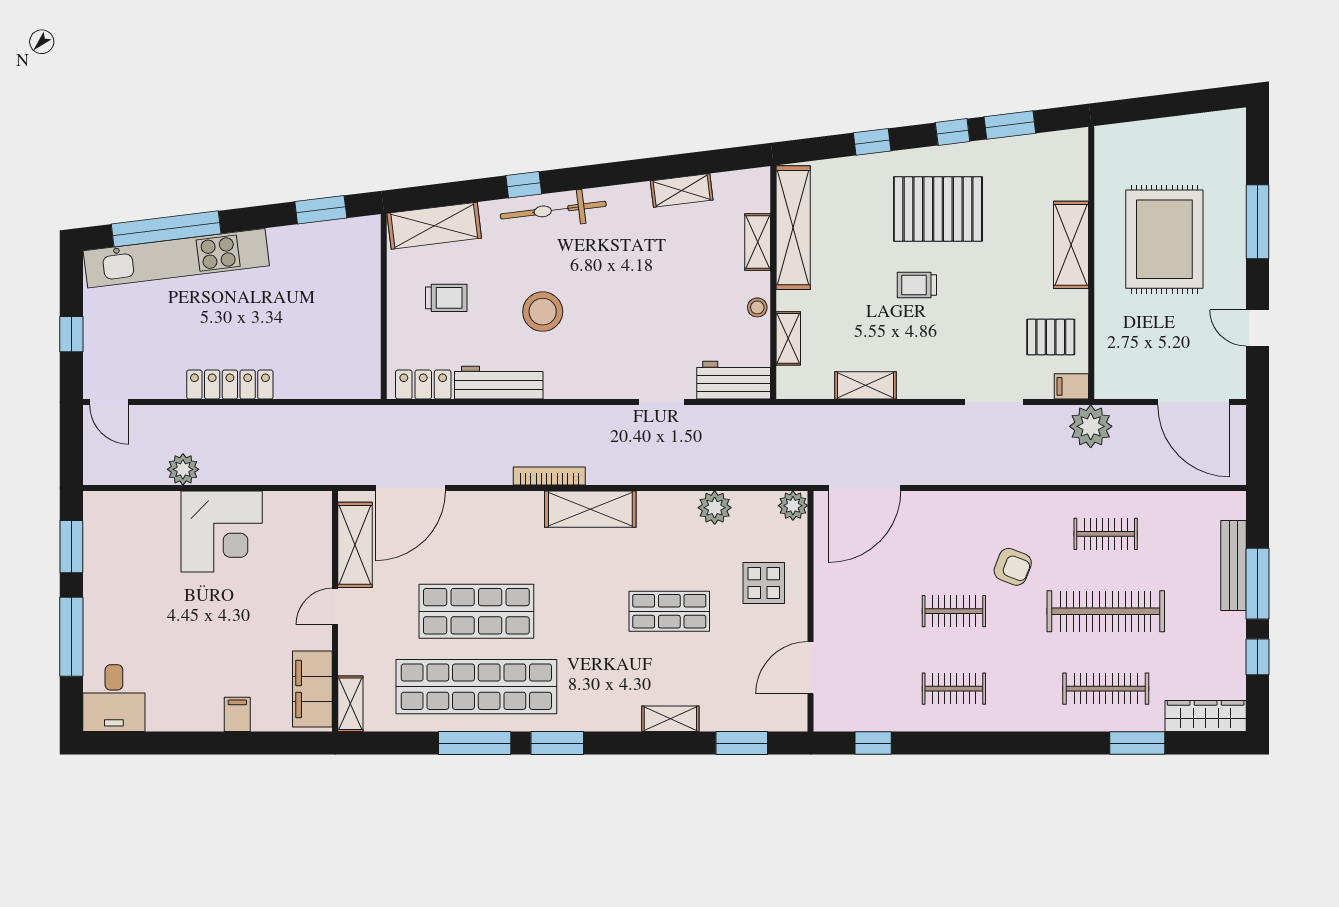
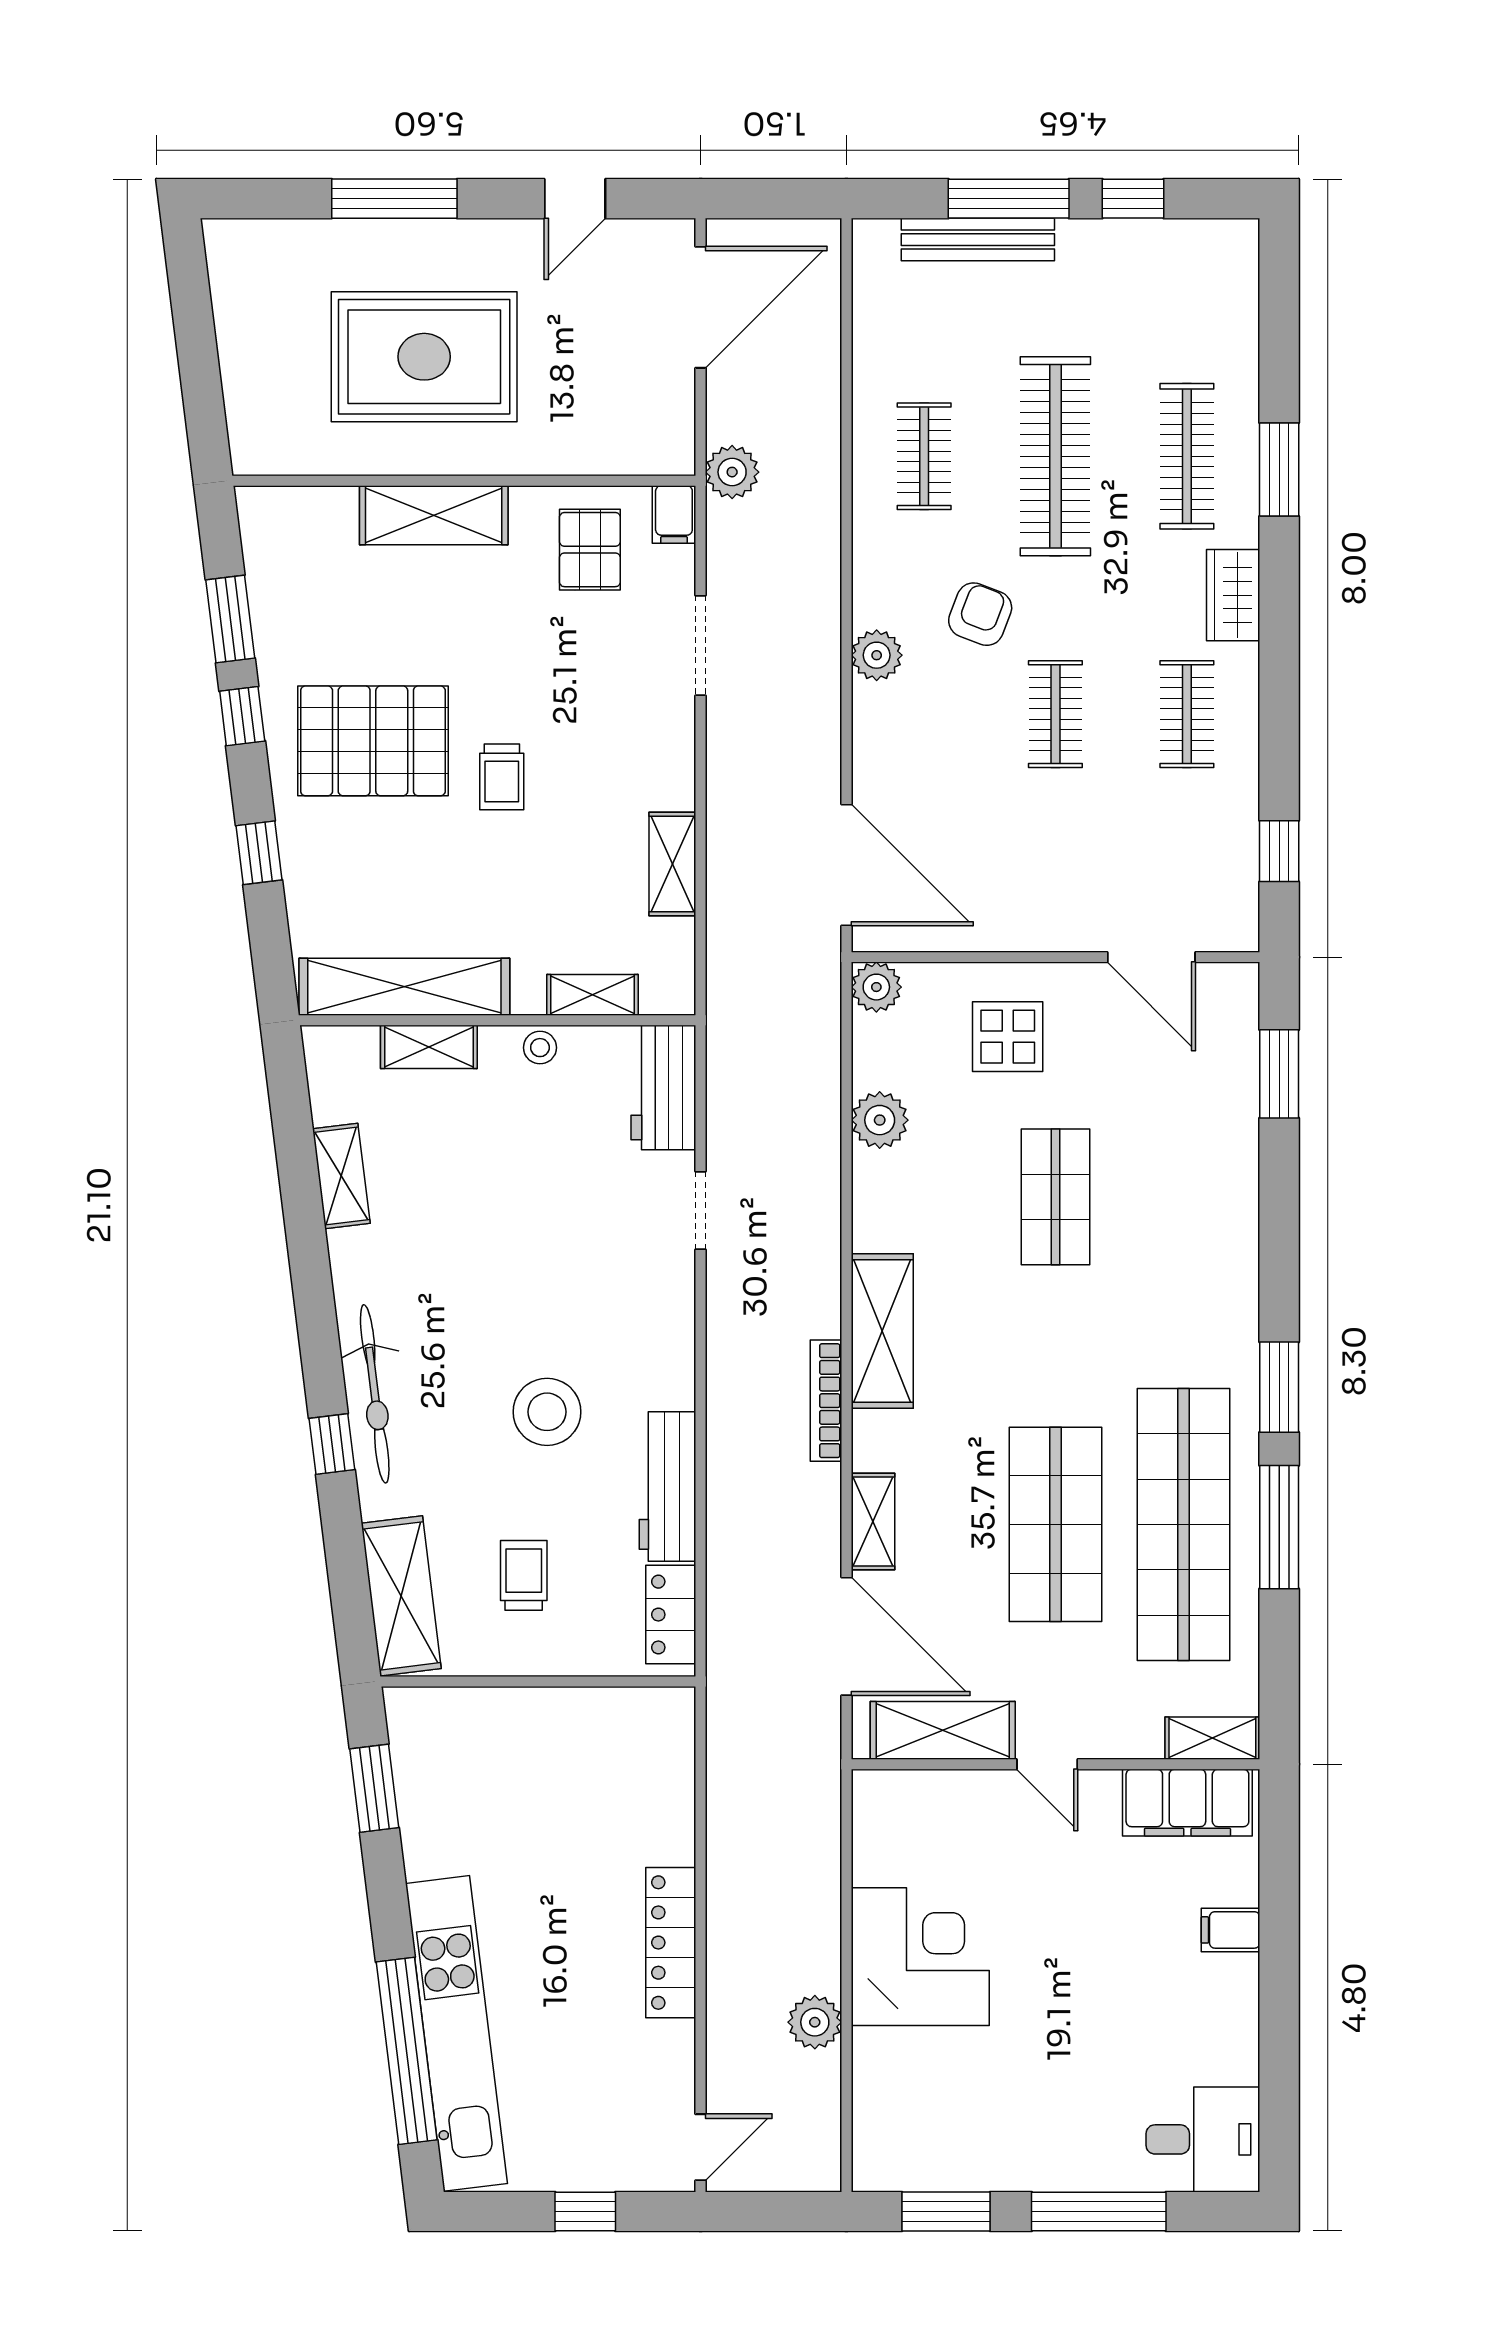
pallet: (938, 209) -> (373, 741), turned 90
plant: (1091, 426) -> (732, 472), width x0.73, depth x0.73
plant: (988, 506) -> (877, 655), added
wardrobe: (1206, 716) -> (1233, 595), moved, width x0.67
shelving: (670, 719) -> (873, 1521), moved
window: (1137, 743) -> (1279, 470), moved

